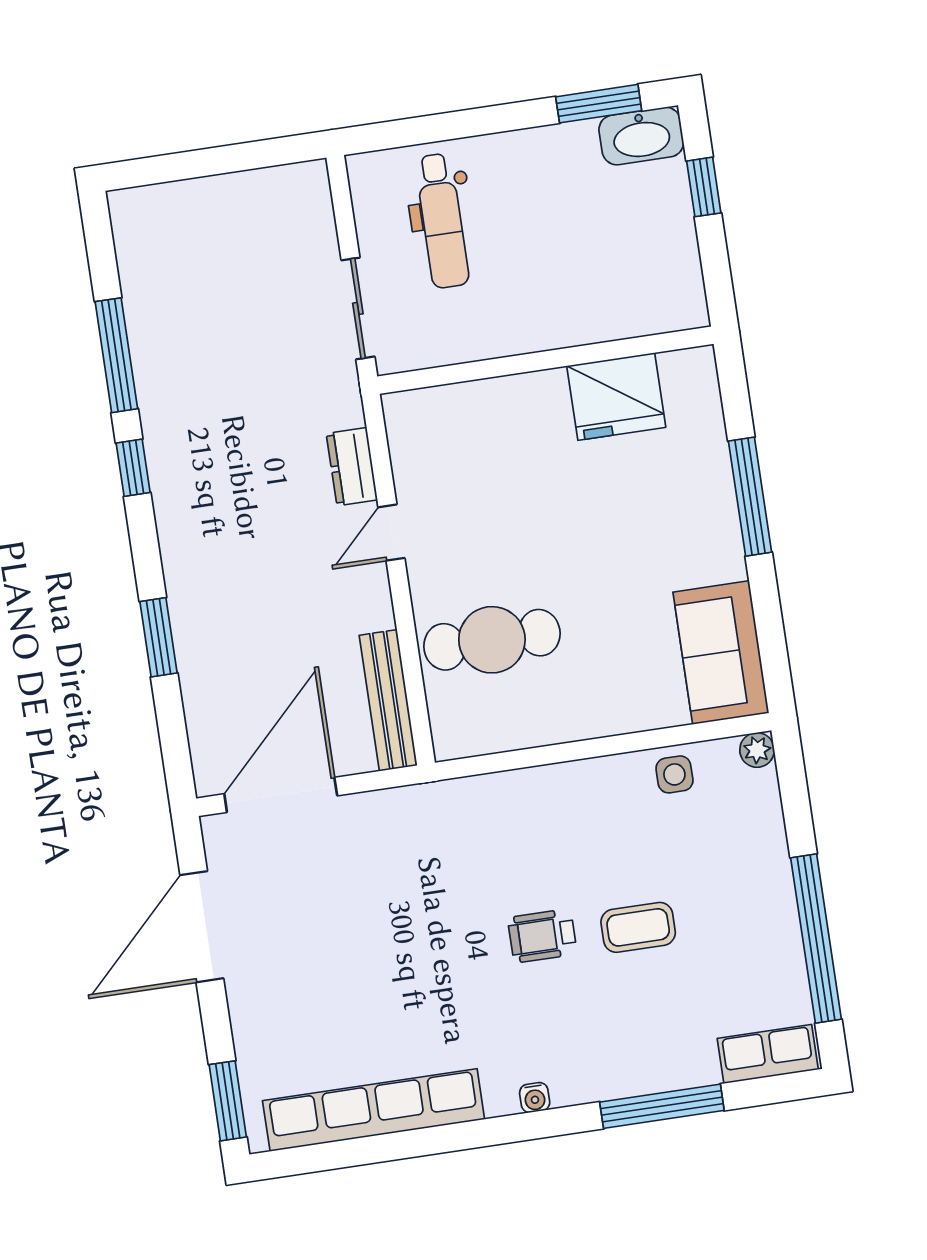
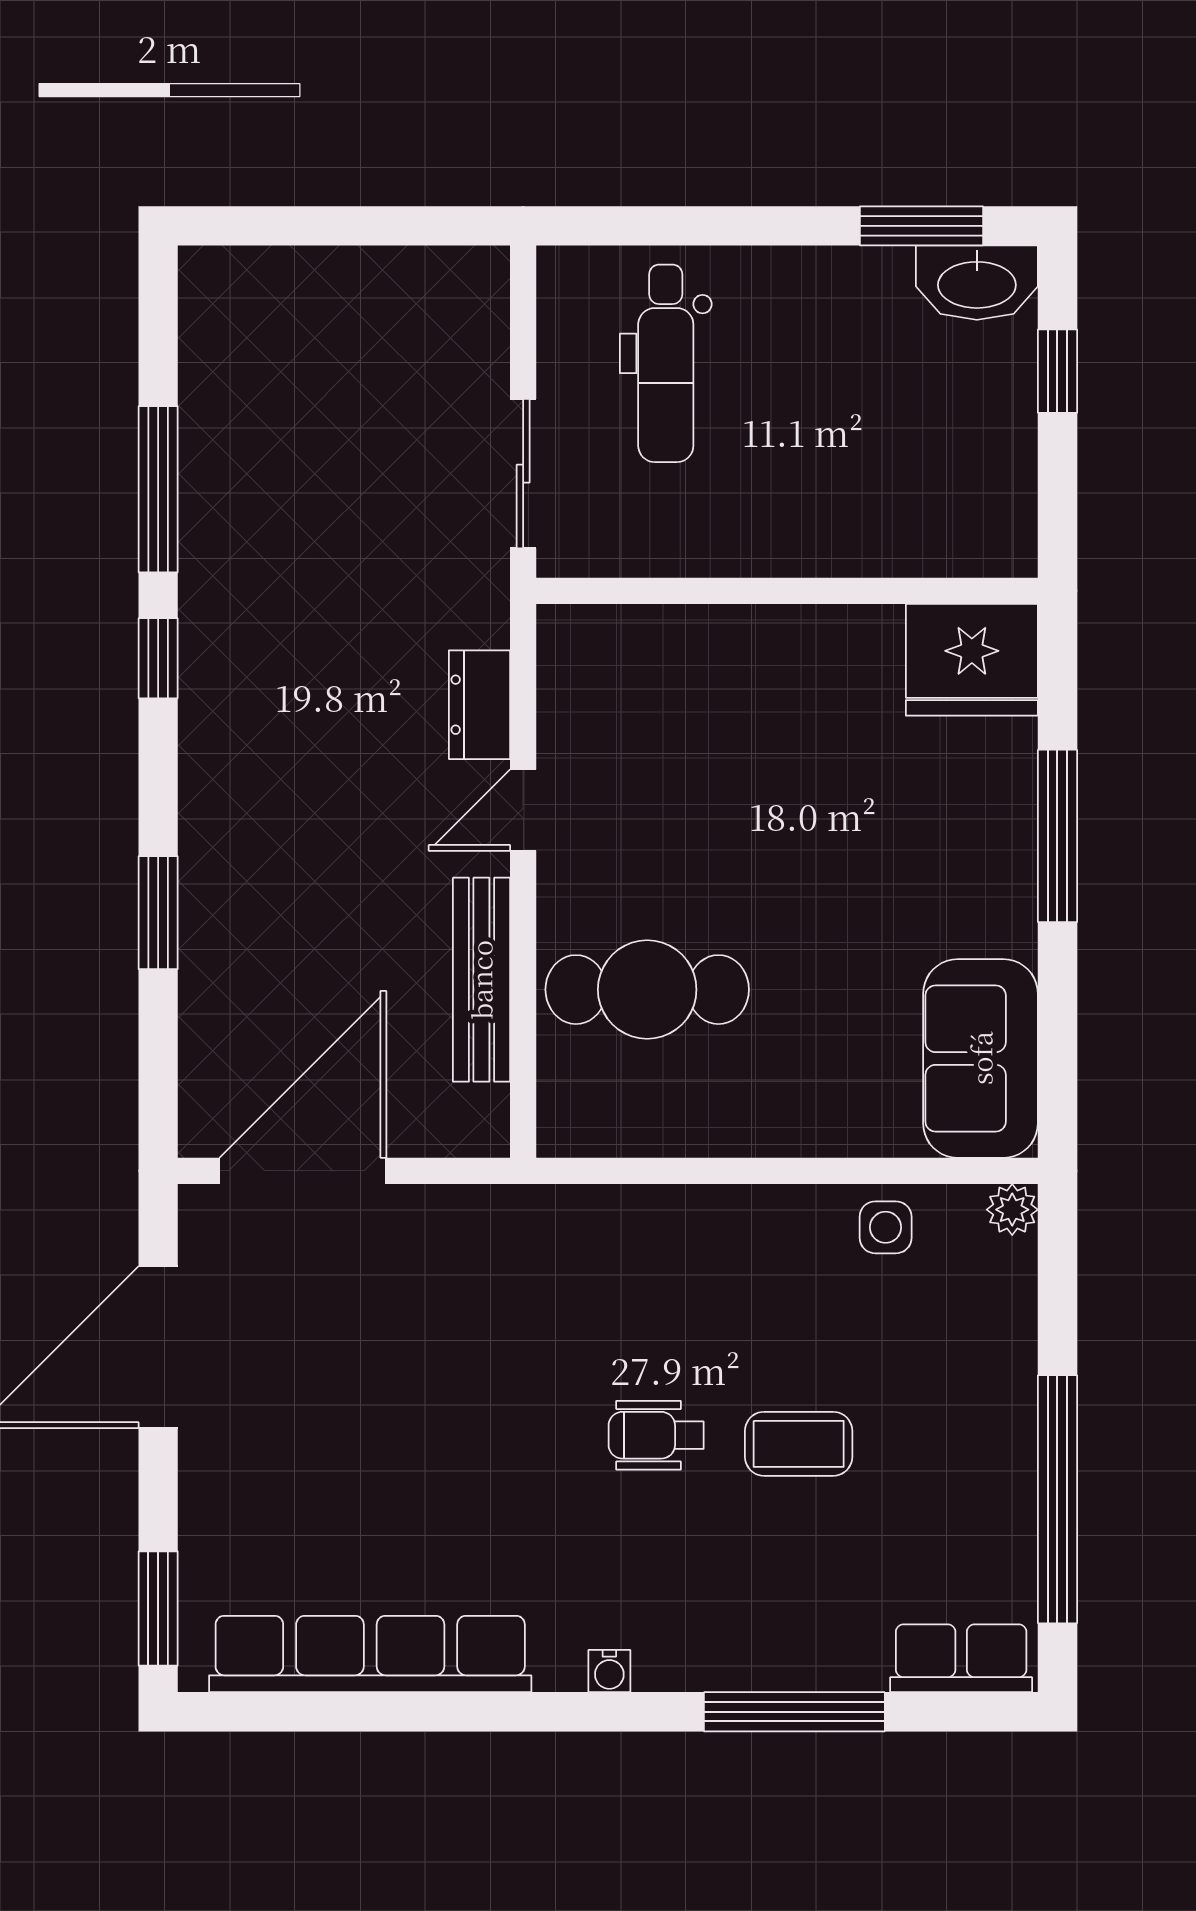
fridge: (616, 397) -> (972, 660), moved
bench: (388, 700) -> (481, 980), moved

